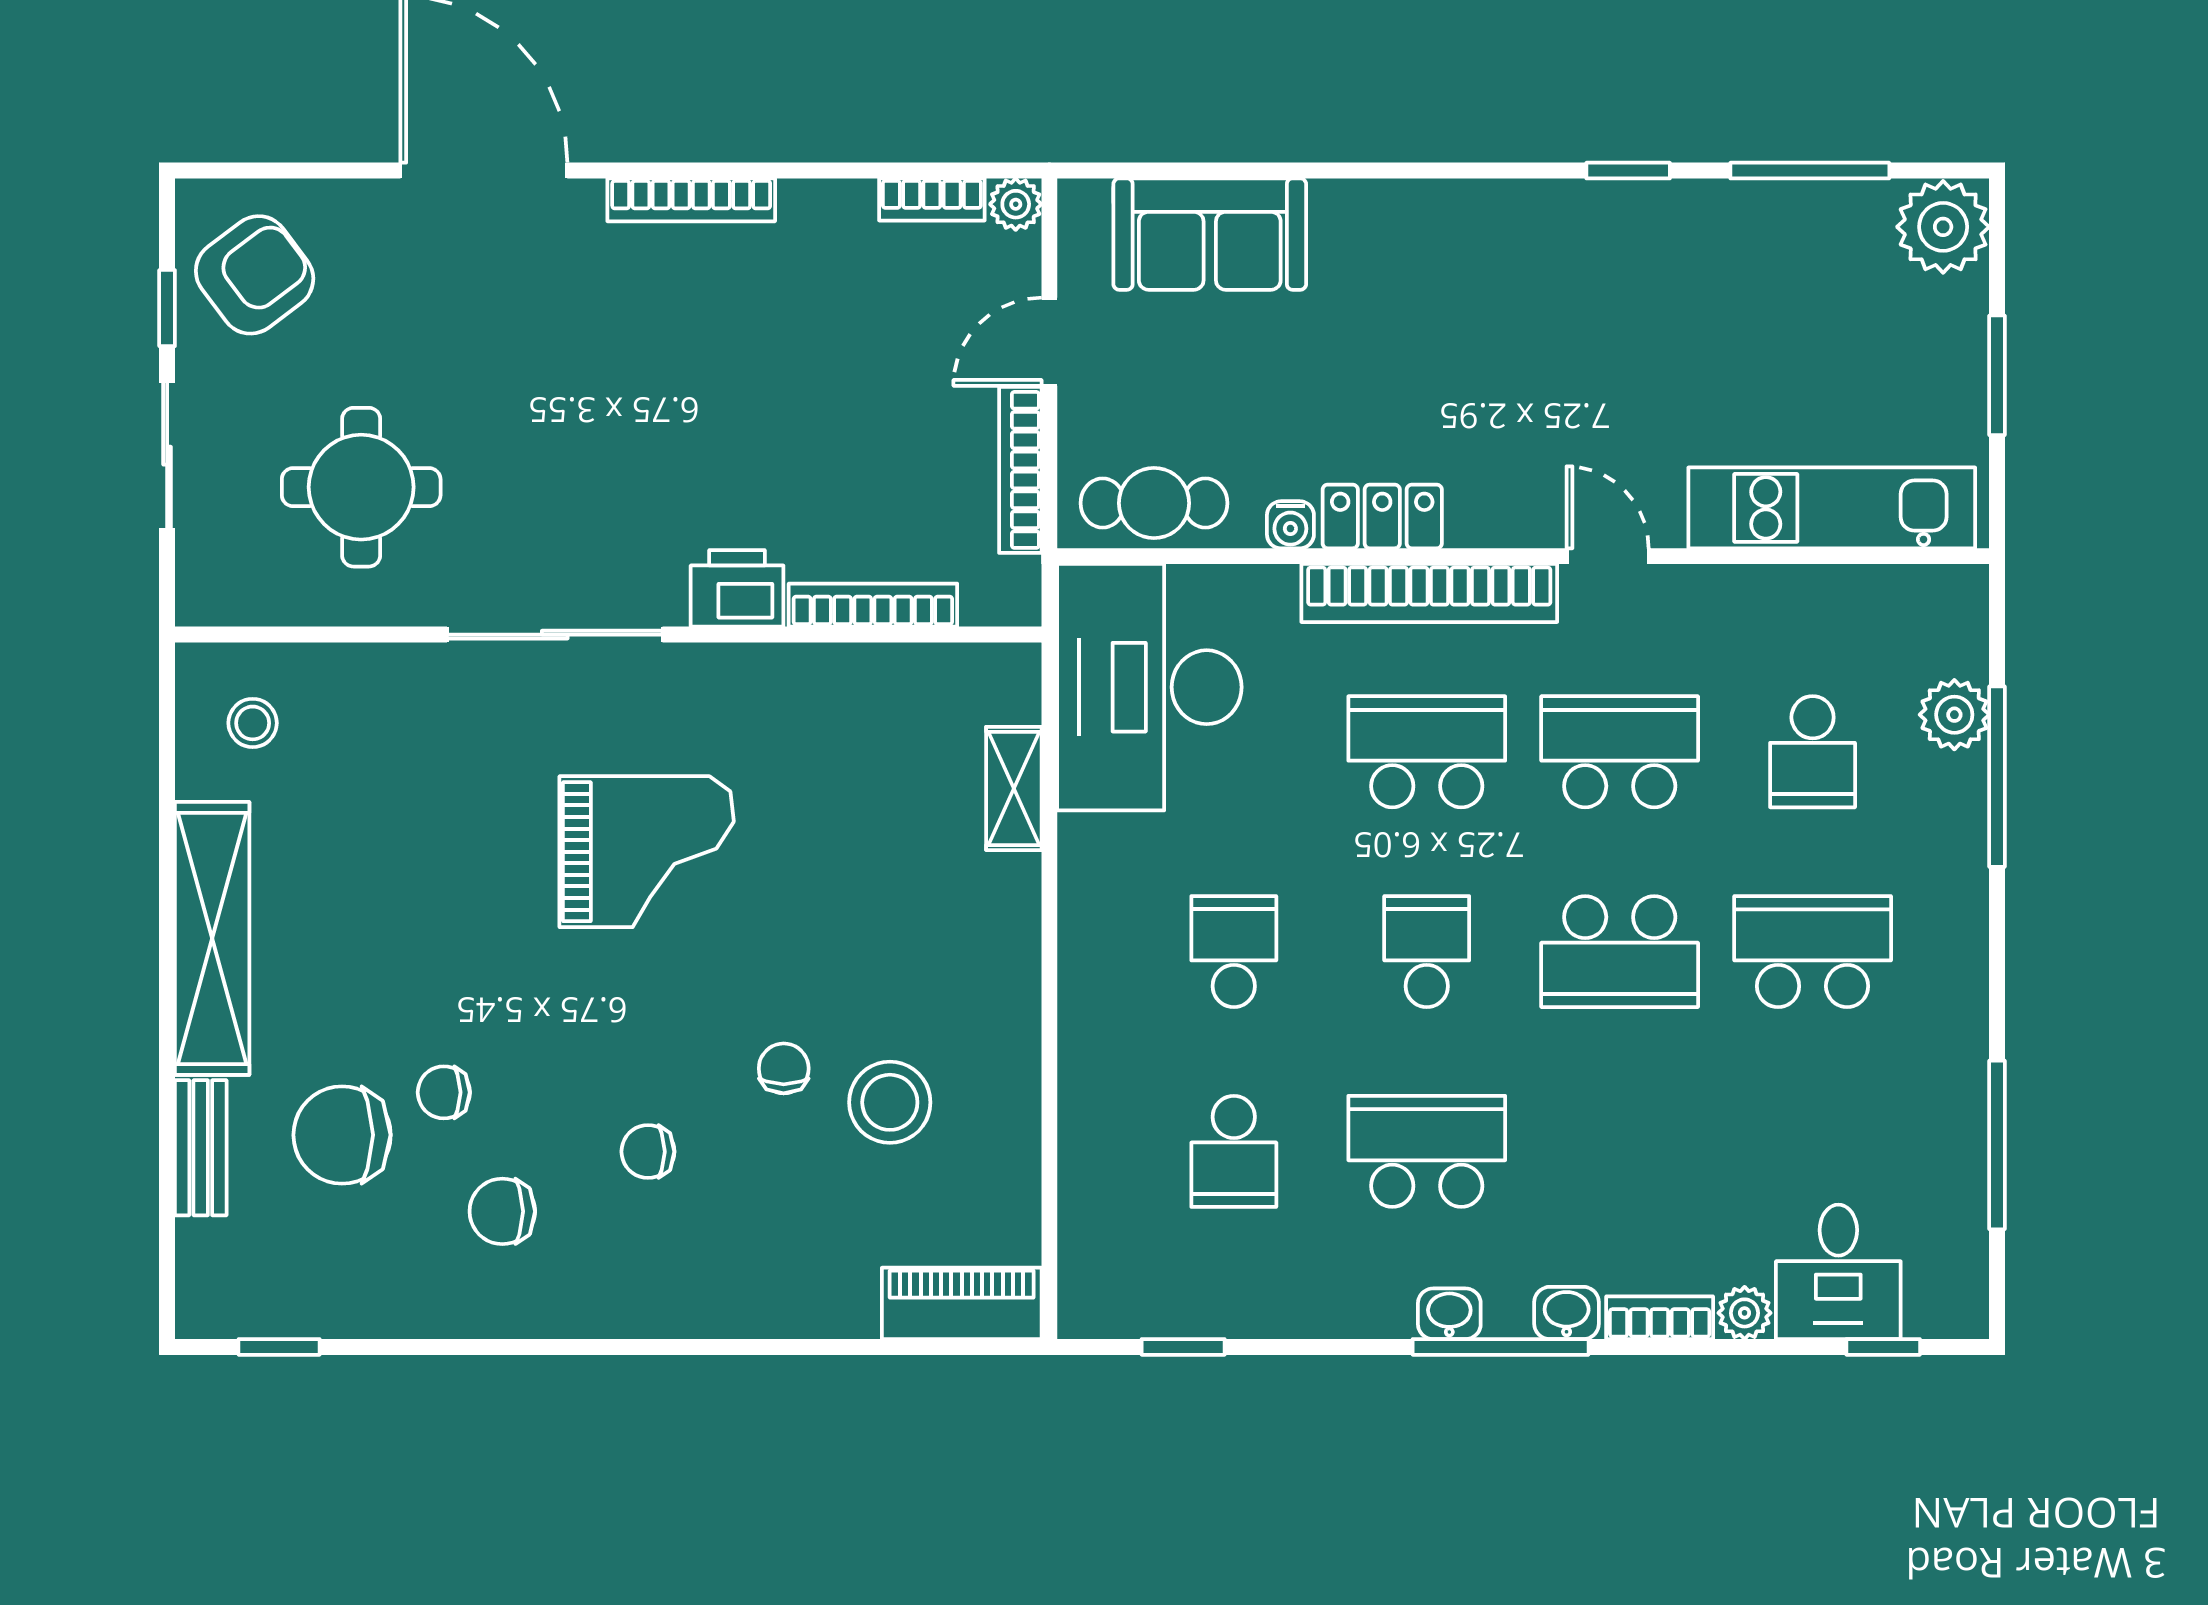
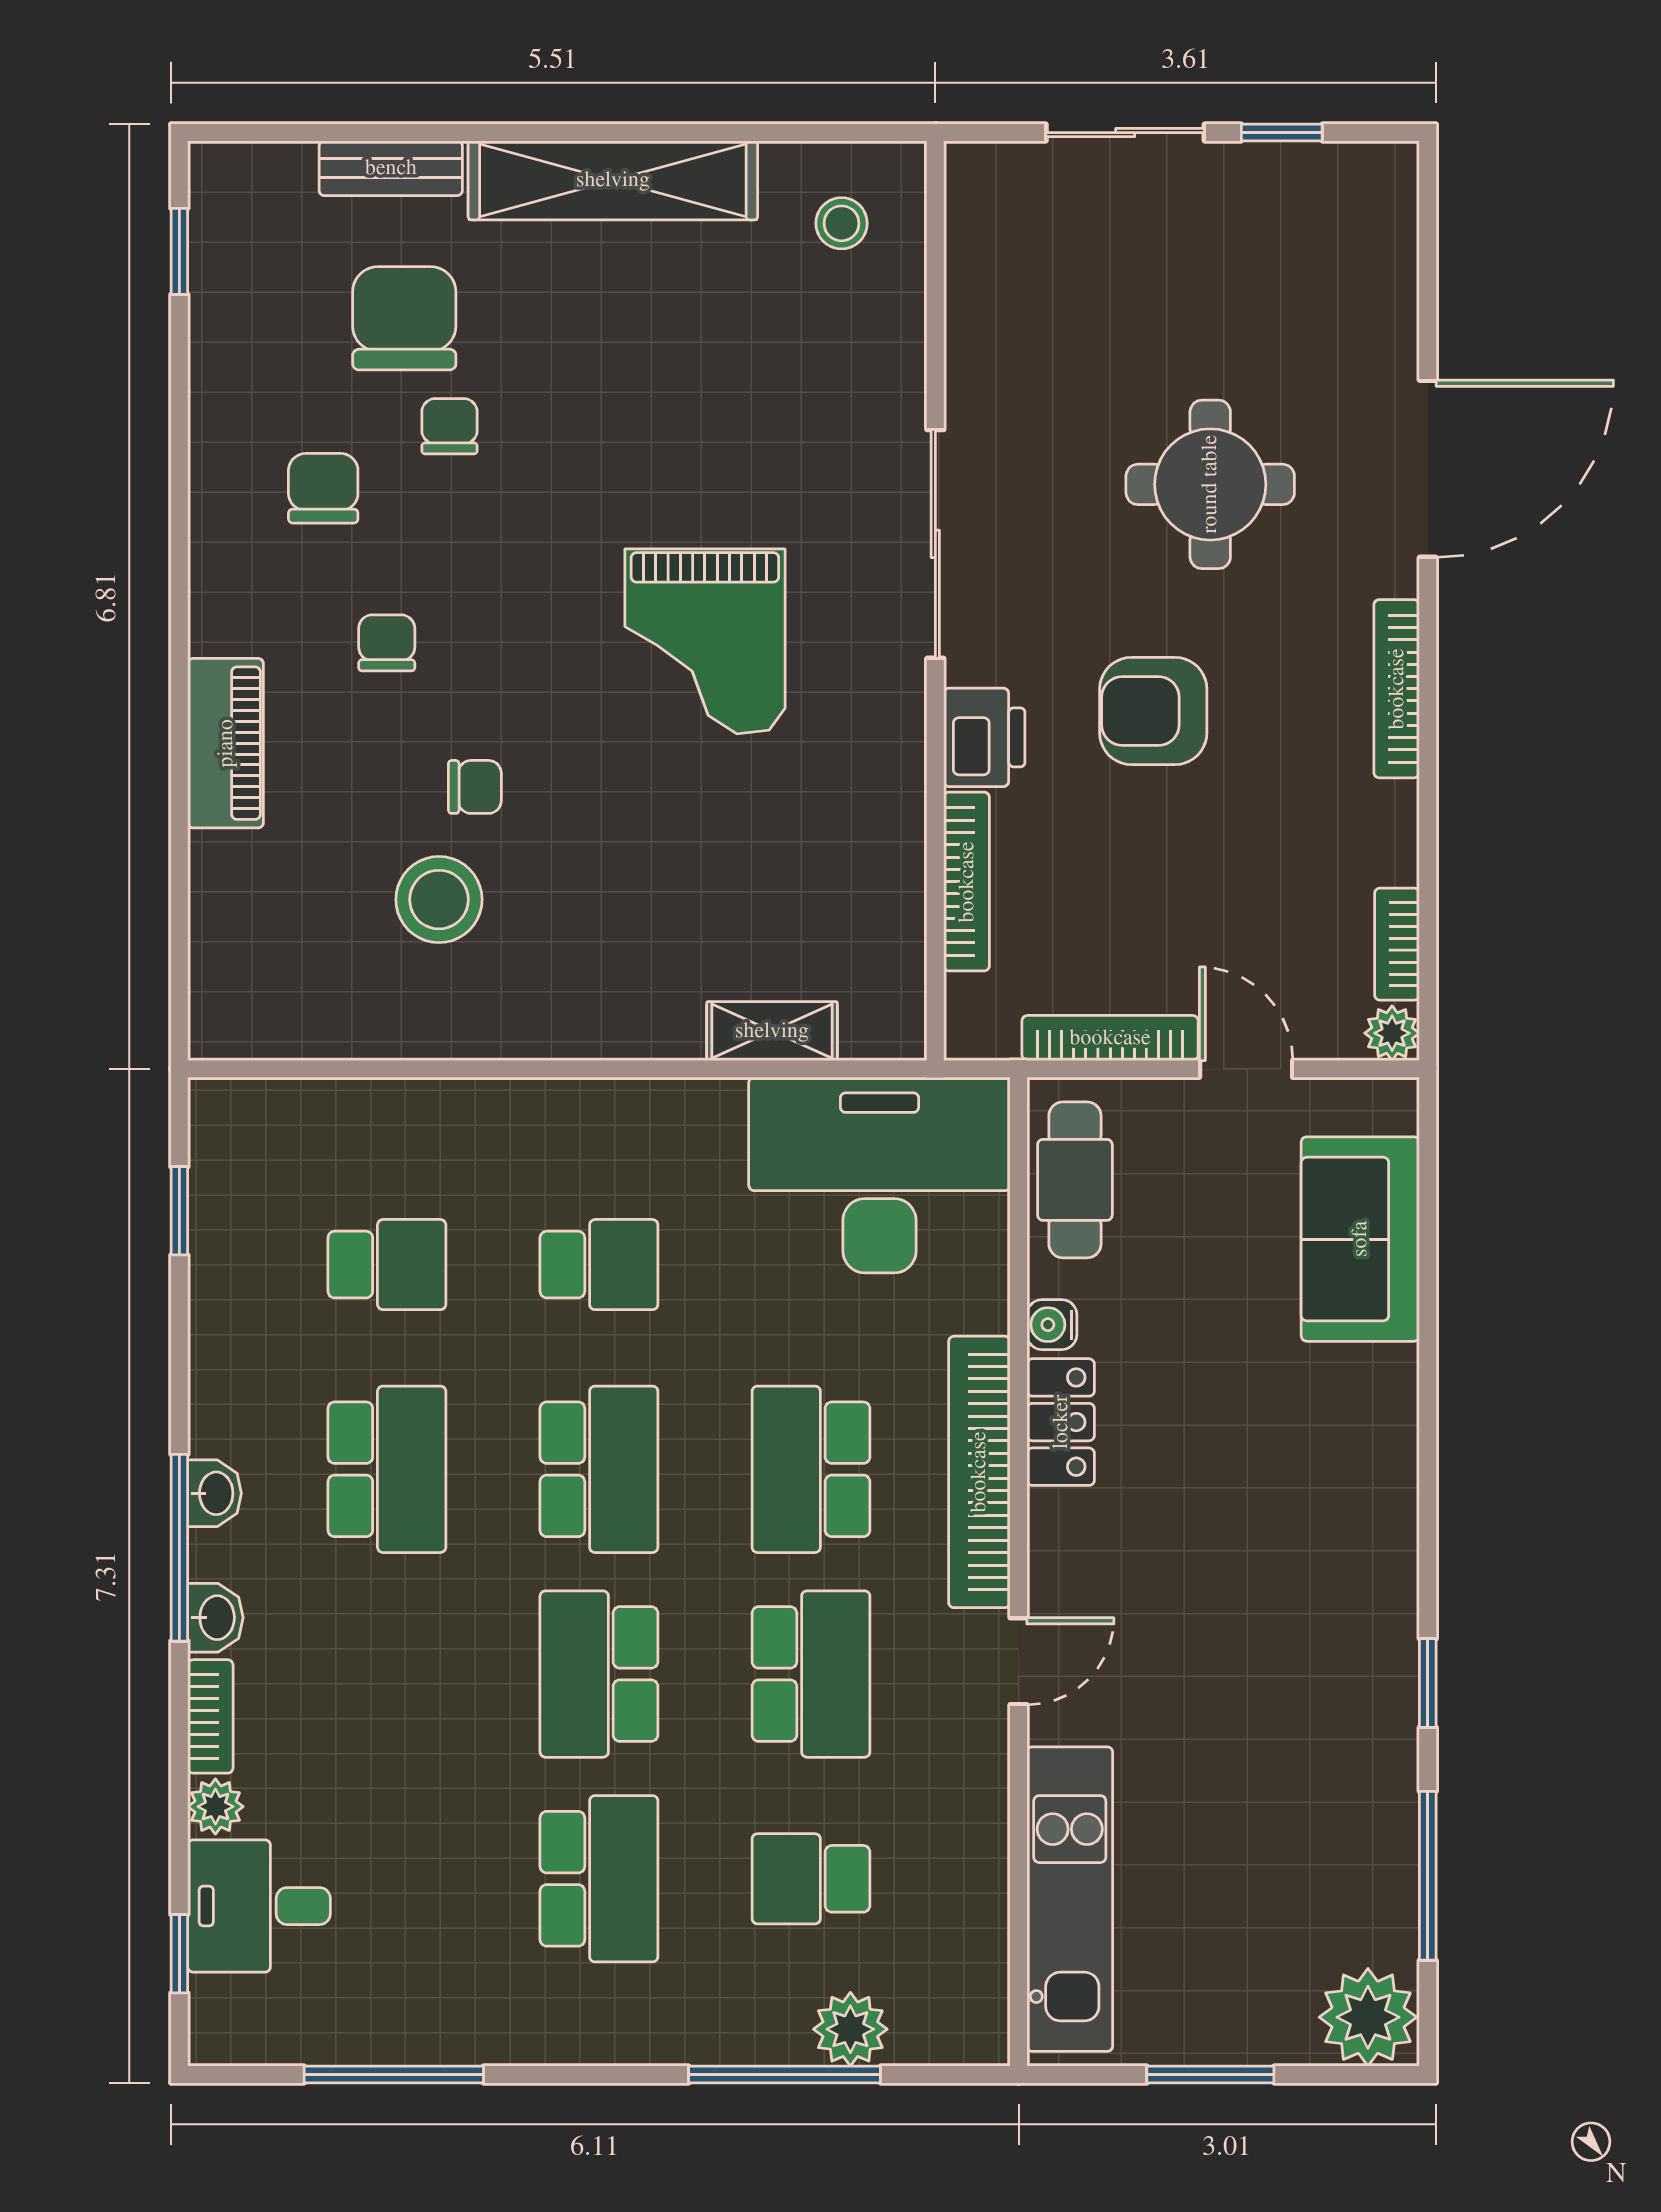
armchair: (255, 275) -> (1153, 711), moved, turned 127
round table: (361, 487) -> (1210, 484), moved
school desk: (1427, 752) -> (811, 1469), turned 180
school desk: (1427, 952) -> (599, 1469), width x1.85
school desk: (1234, 1151) -> (387, 1265), turned 180
piano: (962, 1303) -> (226, 743), moved

